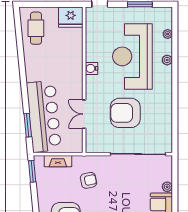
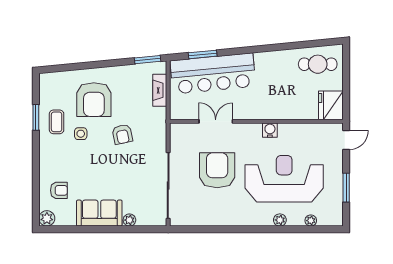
armchair: (89, 180) -> (122, 134), moved

